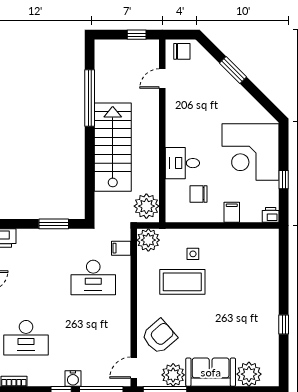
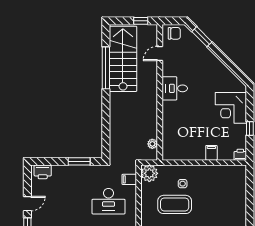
window: (233, 70) -> (202, 37), moved
stairs: (113, 147) -> (123, 59), moved
corner desk: (251, 152) -> (231, 108), width x0.74, depth x0.74
desk: (182, 163) -> (175, 88), moved
chair: (198, 194) -> (187, 139), removed
plant: (146, 206) -> (152, 144), width x0.53, depth x0.53

